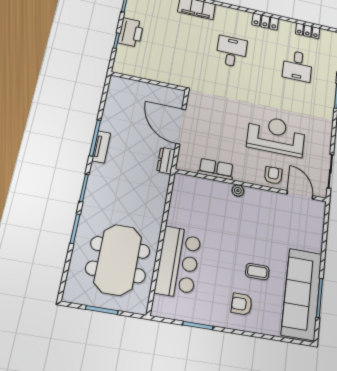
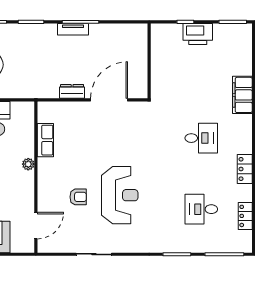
row of seats: (216, 169) -> (45, 140), moved
wall: (252, 186) -> (36, 177), moved
plant: (238, 191) -> (28, 164), moved
door: (300, 195) -> (36, 226), moved

